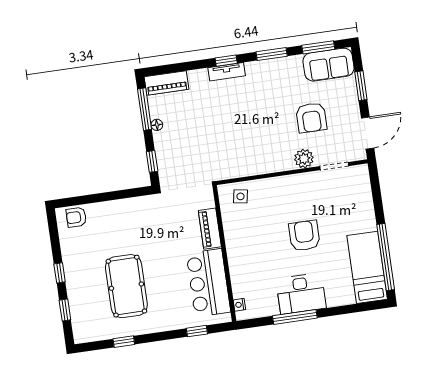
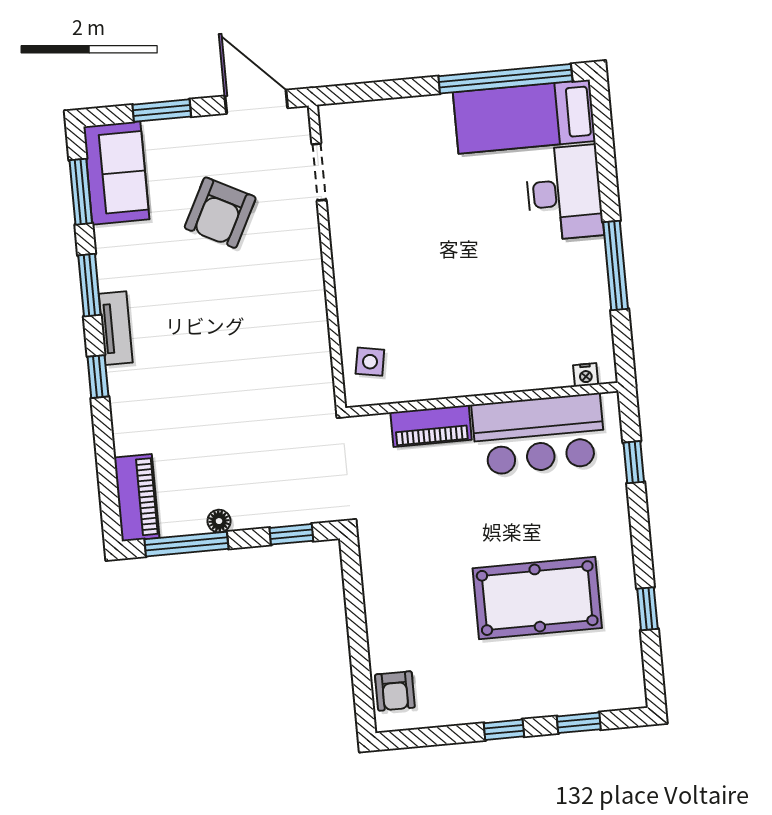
tv unit: (227, 72) -> (116, 328), moved
armchair: (311, 118) -> (220, 213), turned 117
plant: (304, 159) -> (301, 231), removed
armchair: (304, 236) -> (455, 238), removed
desk: (301, 293) -> (564, 193), moved

